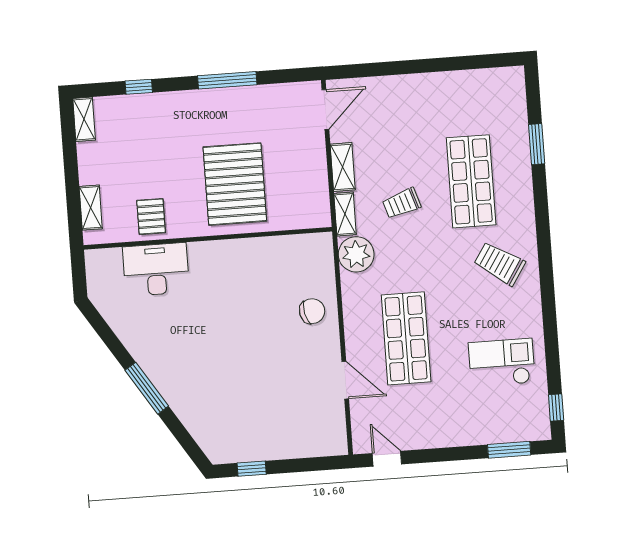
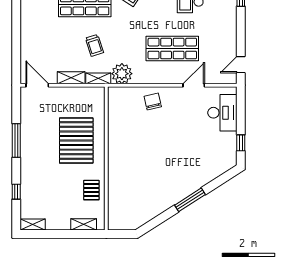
pallet: (235, 184) -> (76, 141), turned 90
pallet: (151, 217) -> (91, 190), turned 90
desk: (156, 269) -> (222, 113), moved, turned 180

